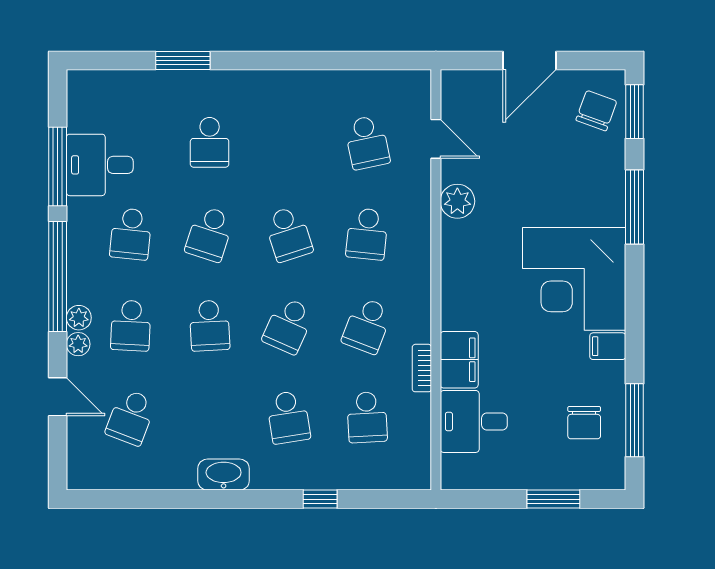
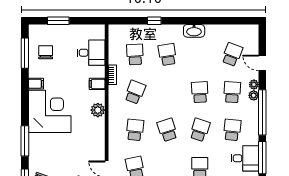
plant: (457, 201) -> (98, 110), moved
school desk: (288, 326) -> (167, 92), removed
filing cabinet: (459, 360) -> (97, 84), width x0.50

